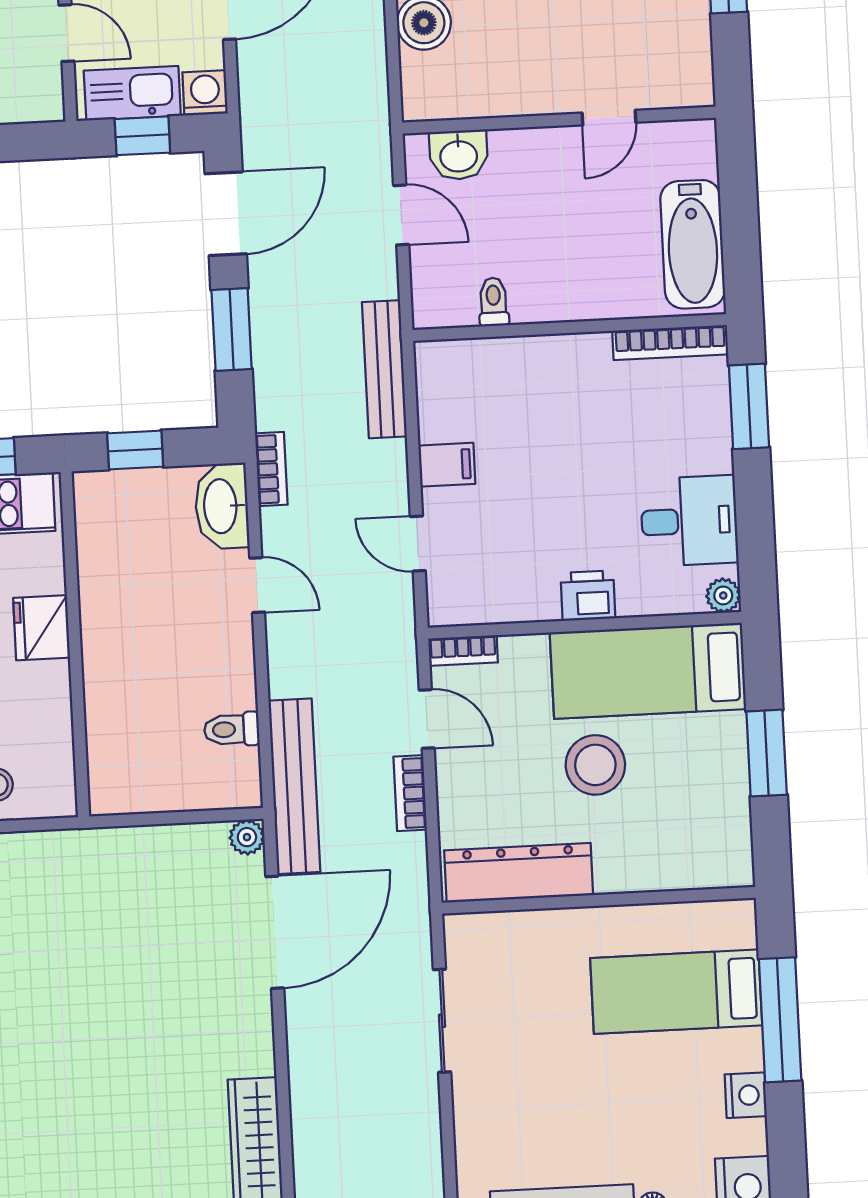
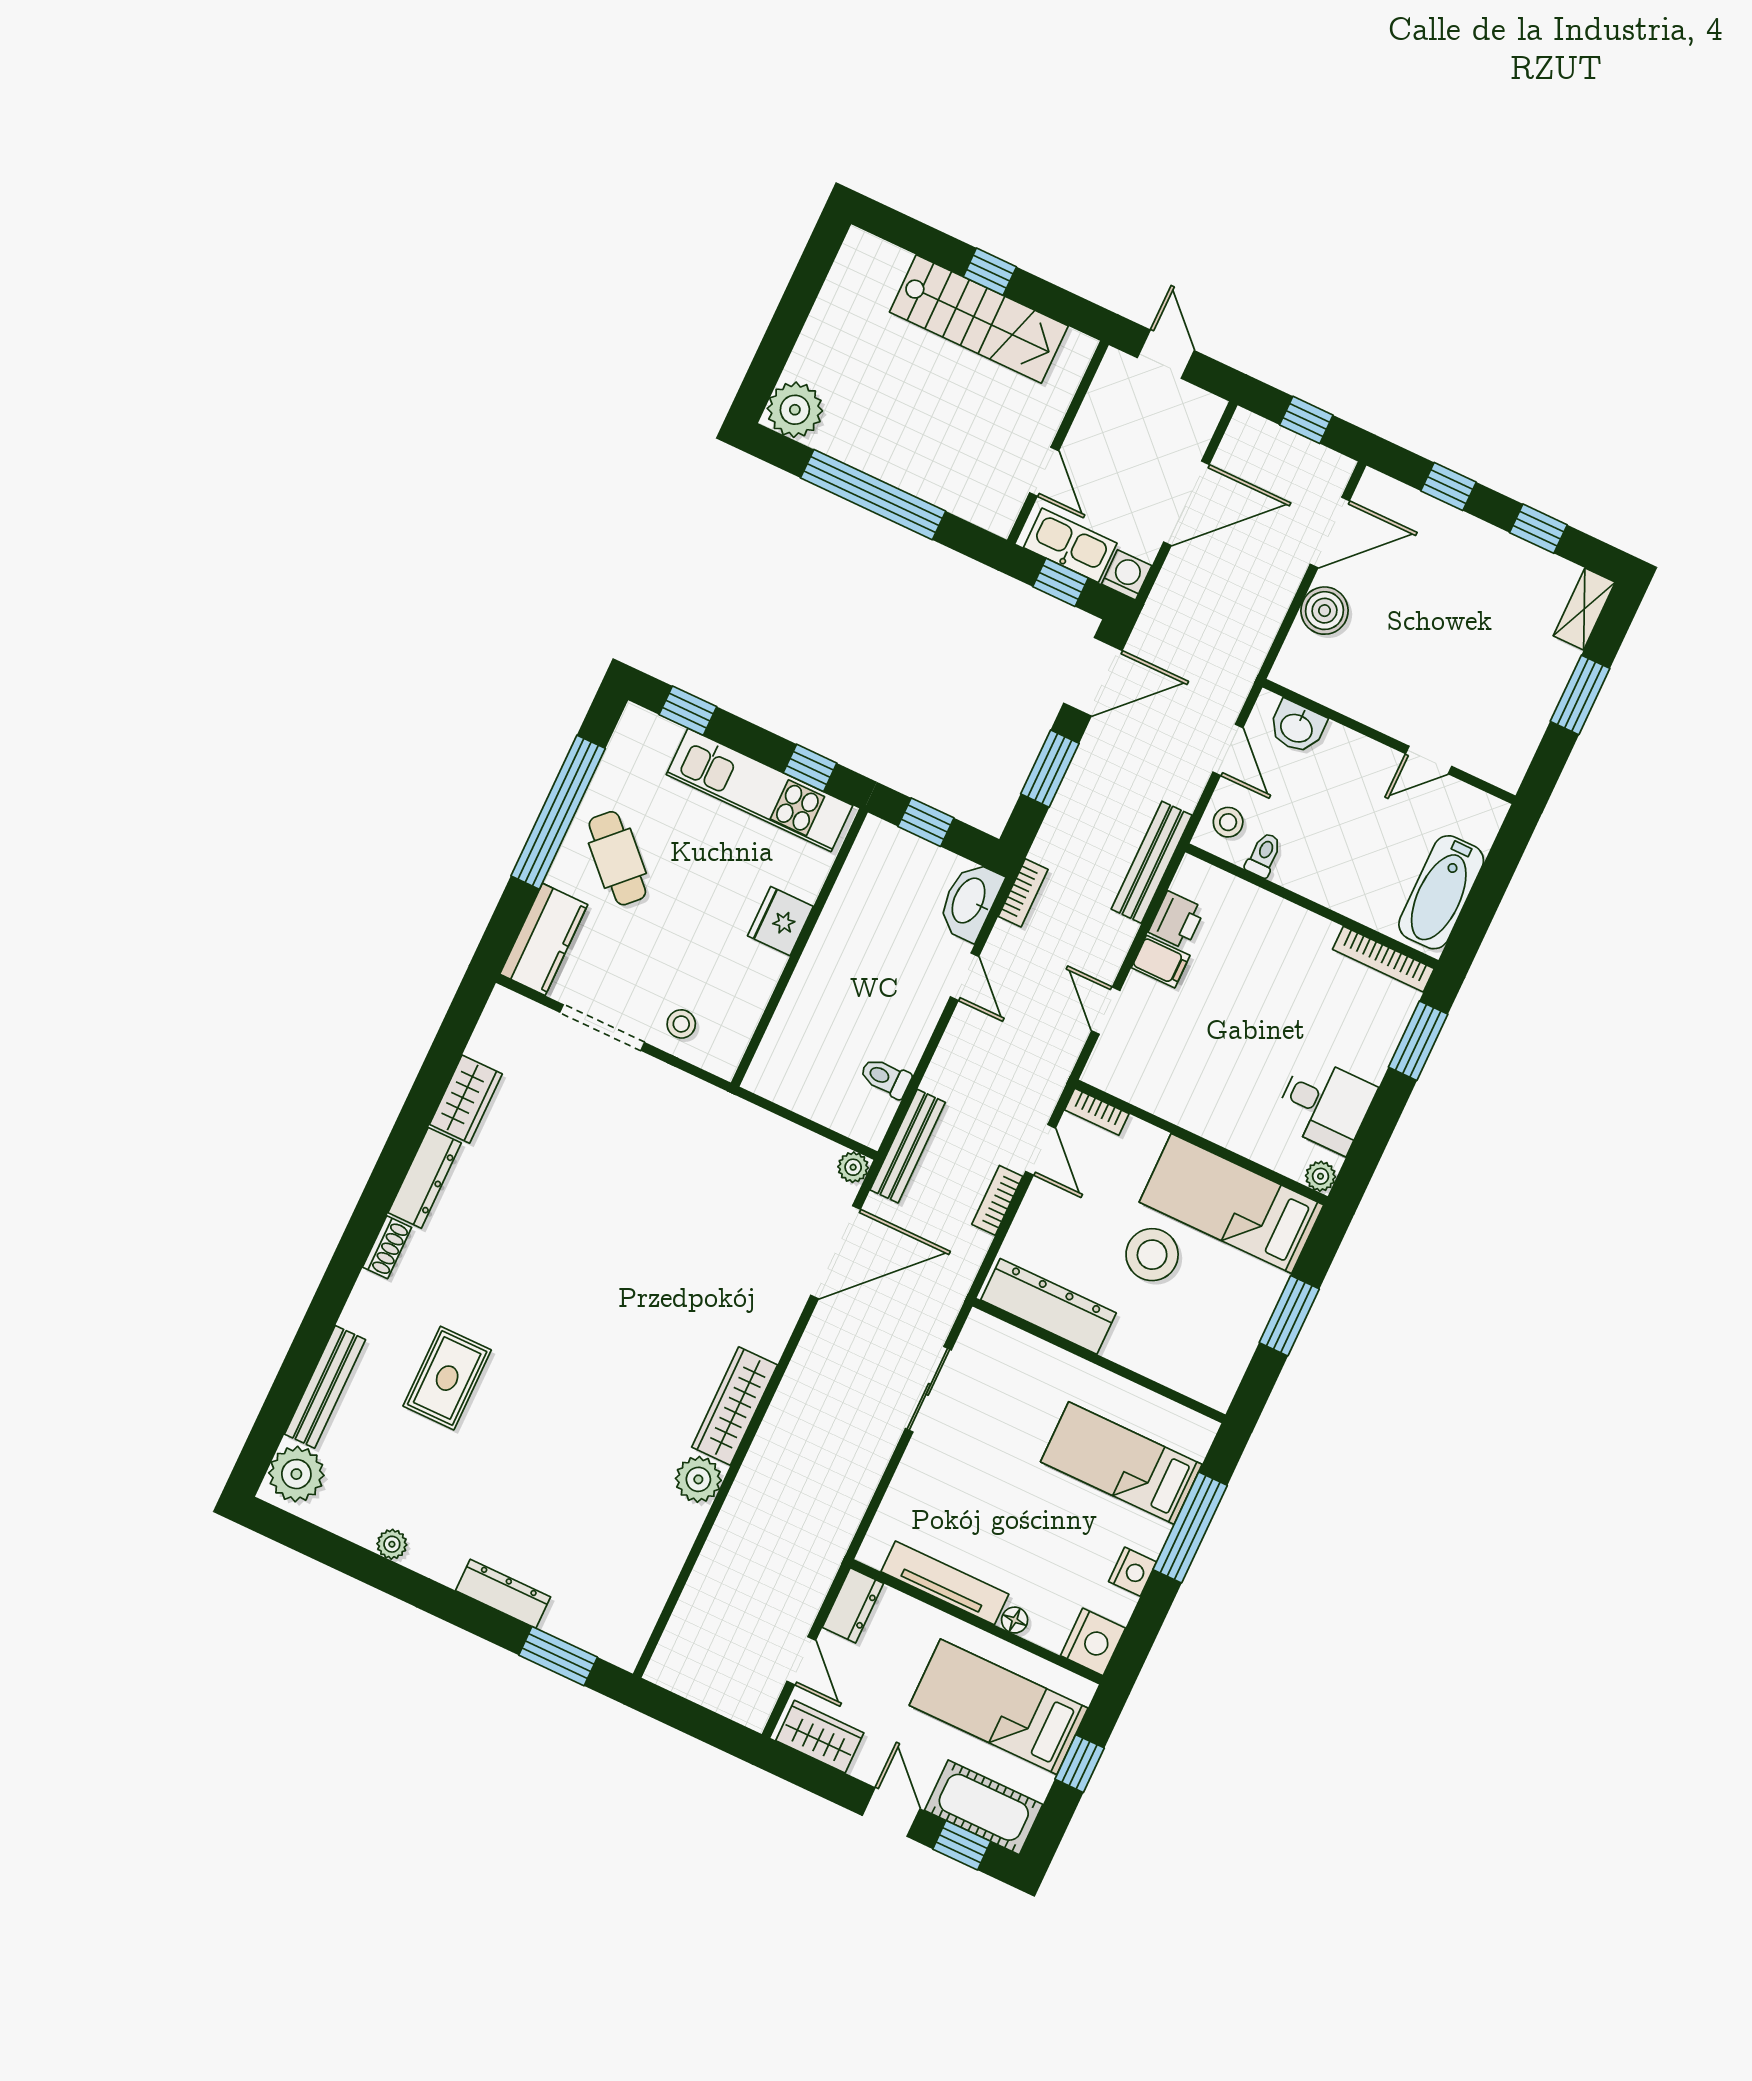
stool: (440, 288) -> (1228, 822), added
printer: (588, 596) -> (1177, 920), moved, turned 90
bench: (294, 786) -> (908, 1146), width x0.73, depth x0.82

